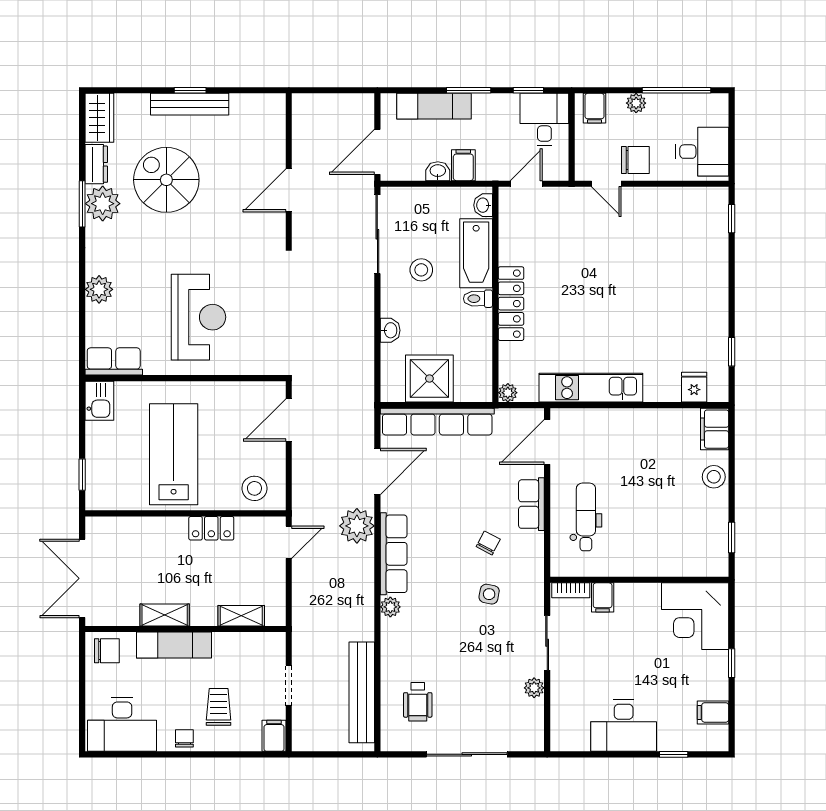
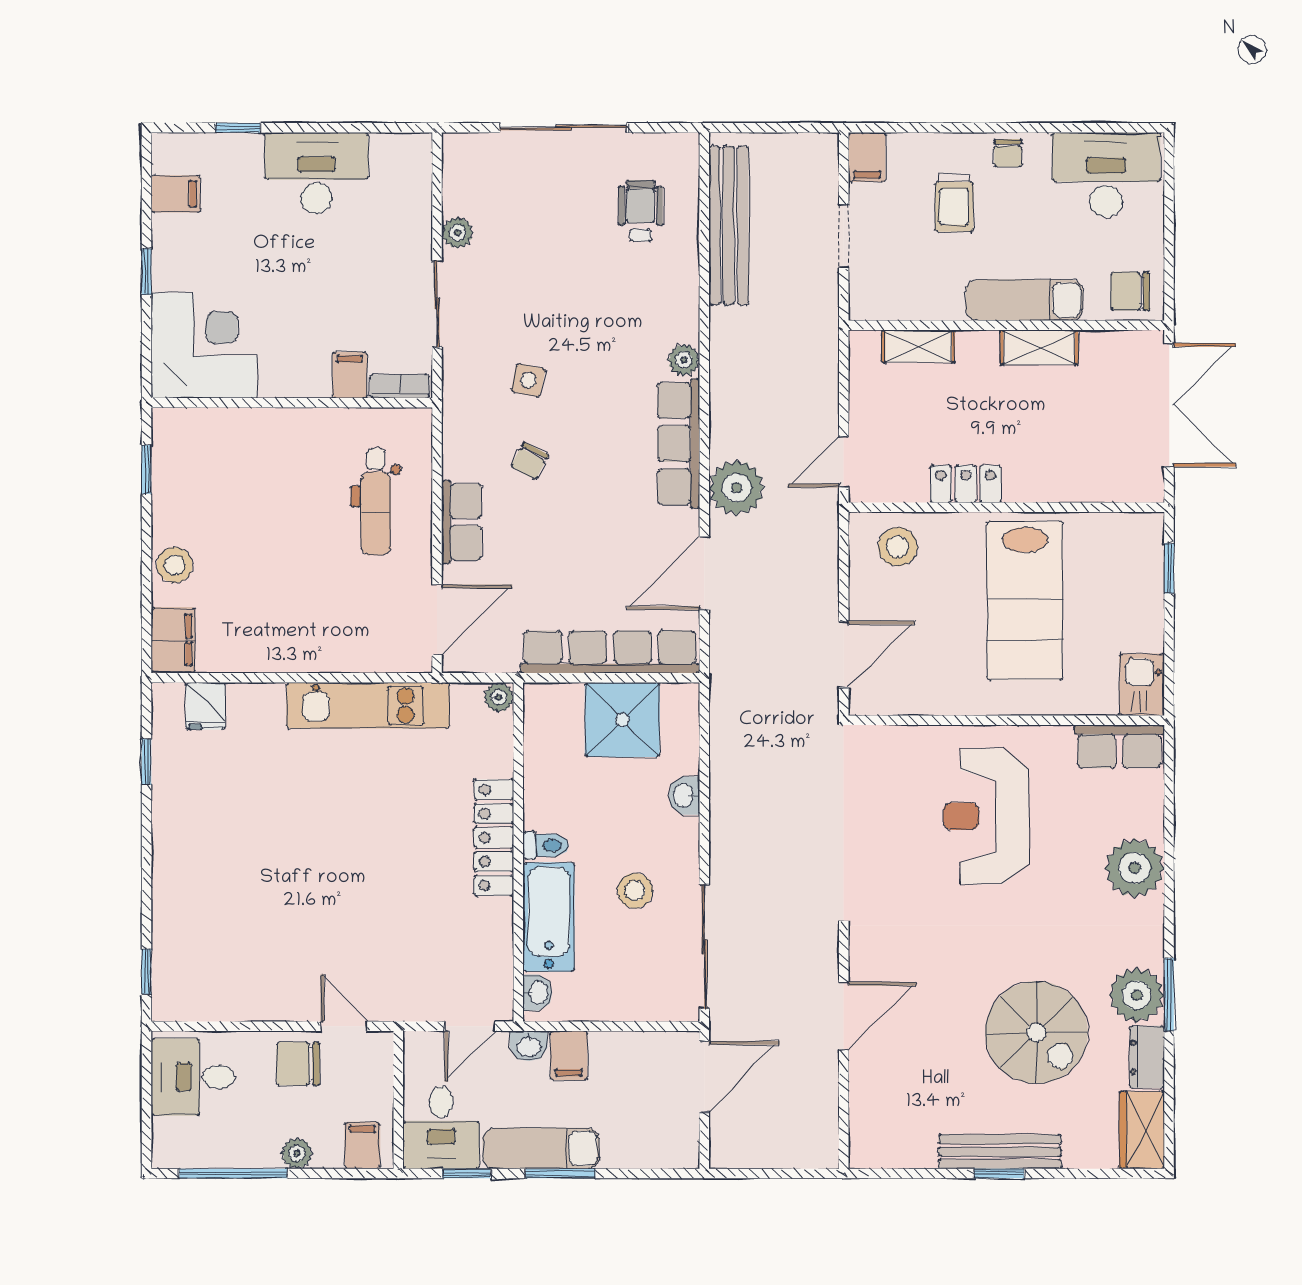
exam couch: (434, 106) -> (541, 1148), moved
washbasin: (438, 171) -> (529, 1046), moved
plant: (99, 289) -> (1134, 868), width x1.36, depth x1.36

